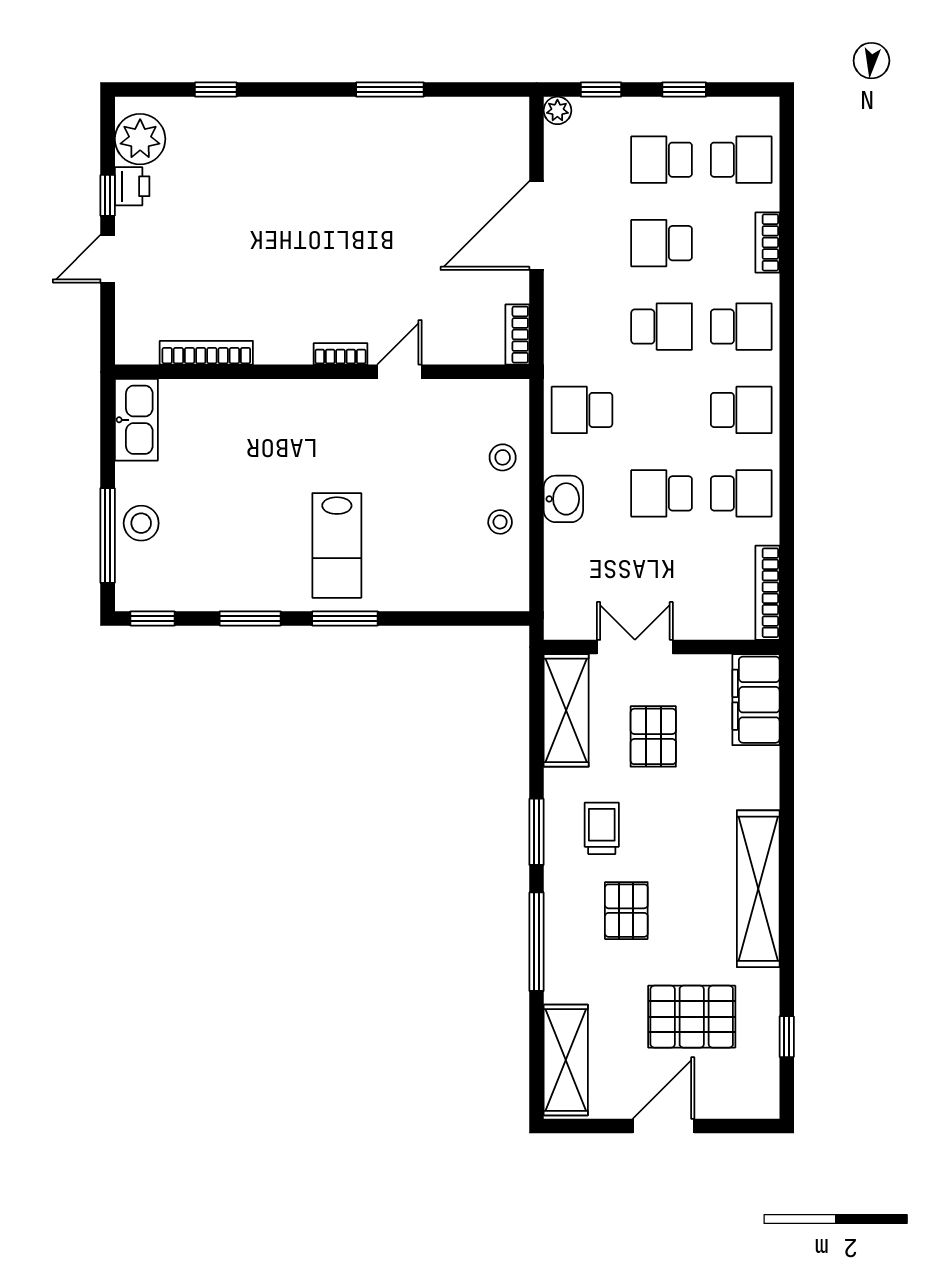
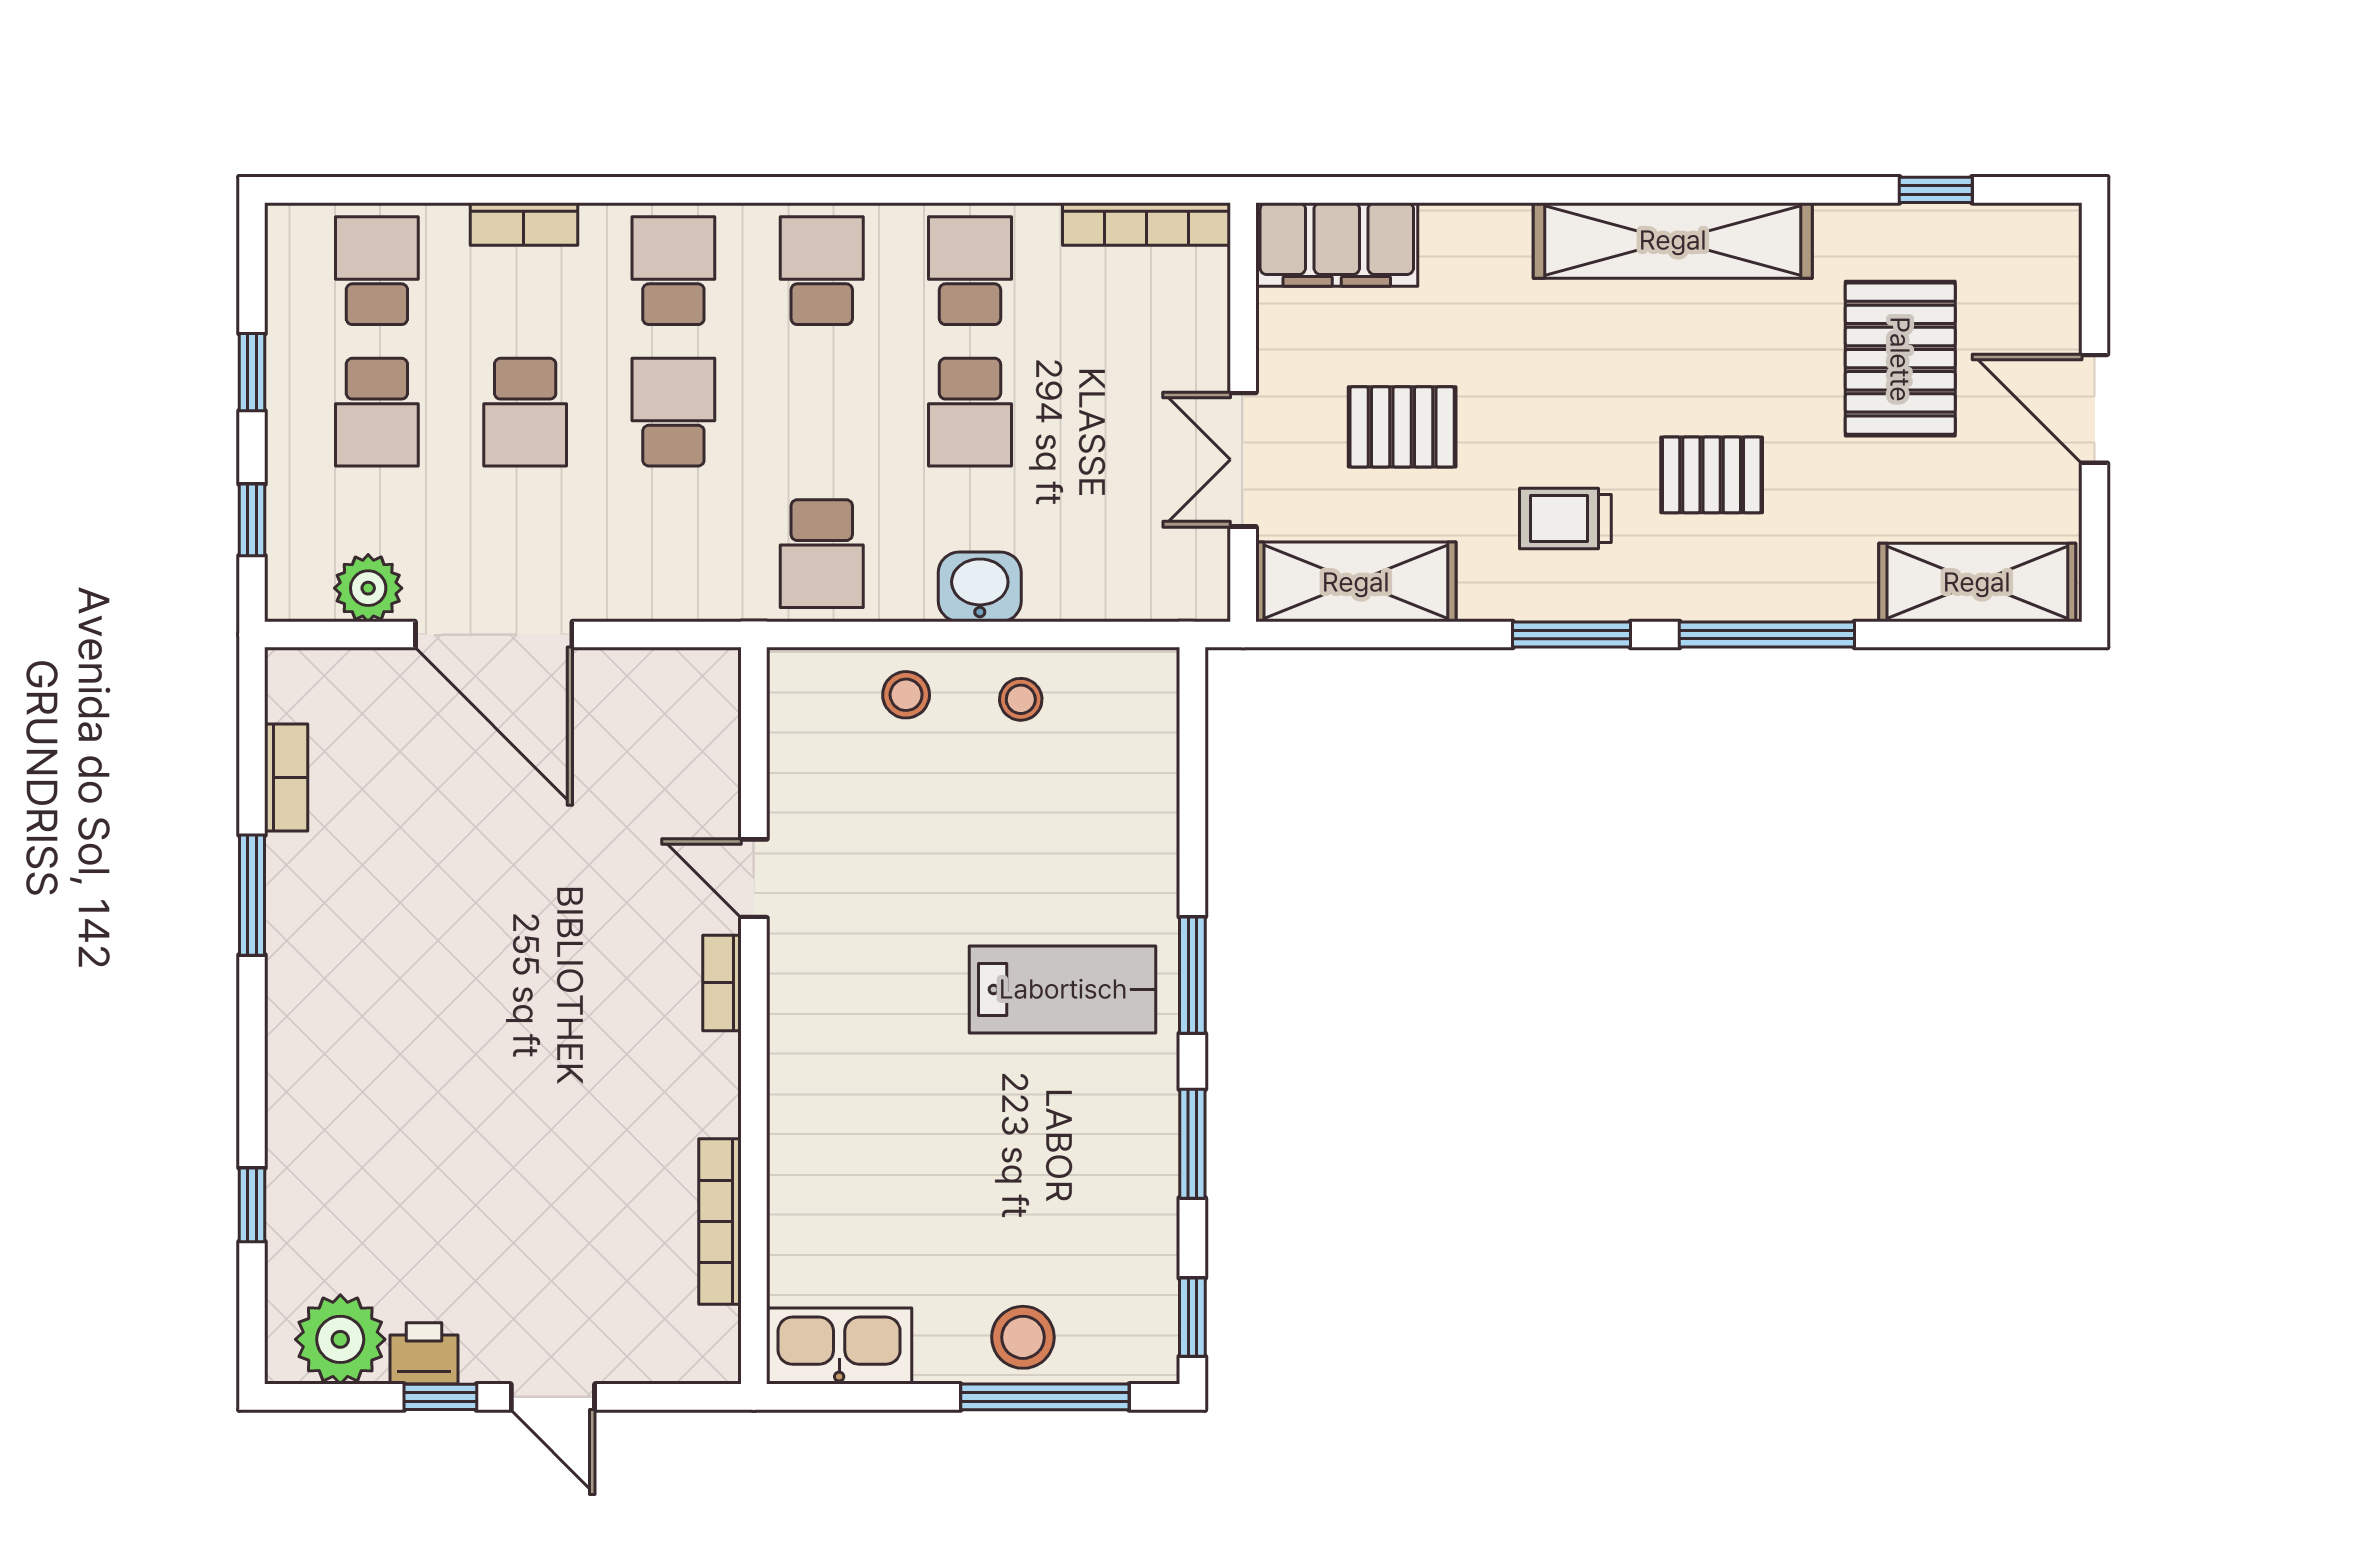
plant: (557, 110) -> (368, 588), moved, width x1.38, depth x1.38
bookcase: (517, 335) -> (286, 777), moved, turned -90

